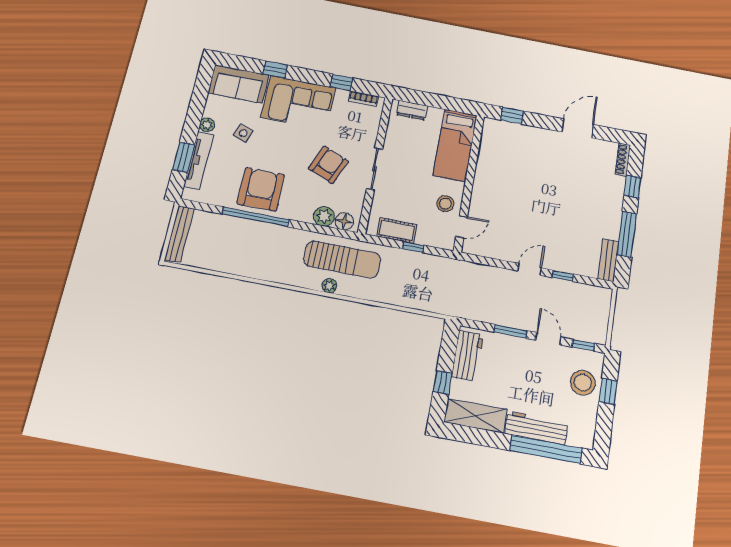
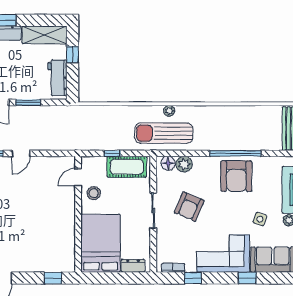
bed: (455, 145) -> (101, 243), width x1.50
cot: (397, 230) -> (127, 167), width x1.37, depth x1.34

